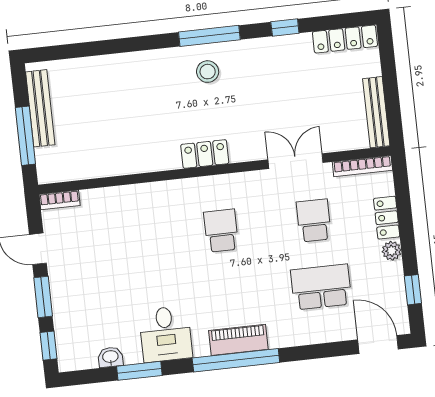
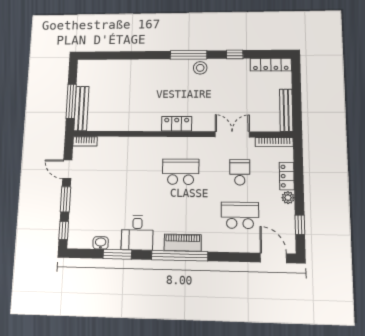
stool: (208, 72) -> (200, 68), moved
bench: (40, 108) -> (81, 108), moved
school desk: (221, 231) -> (181, 172), width x1.85

